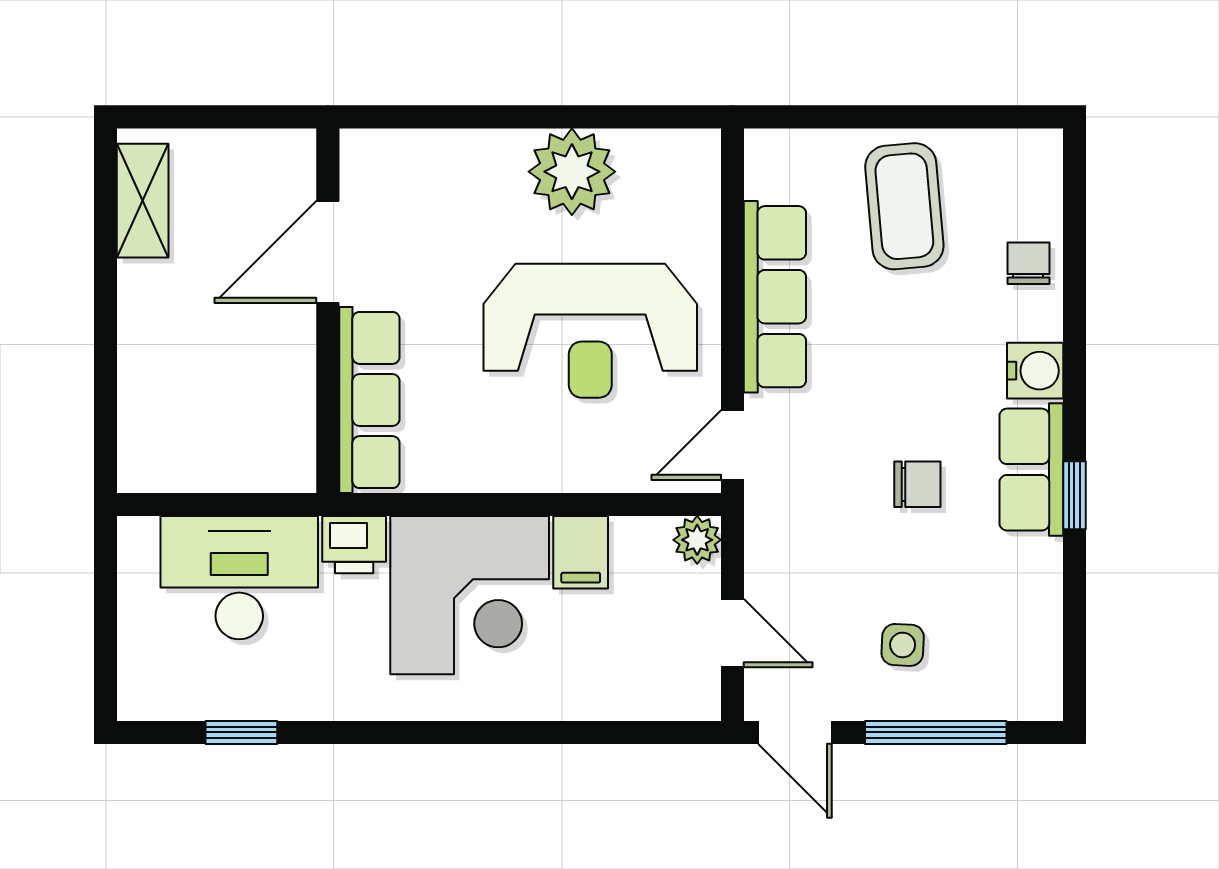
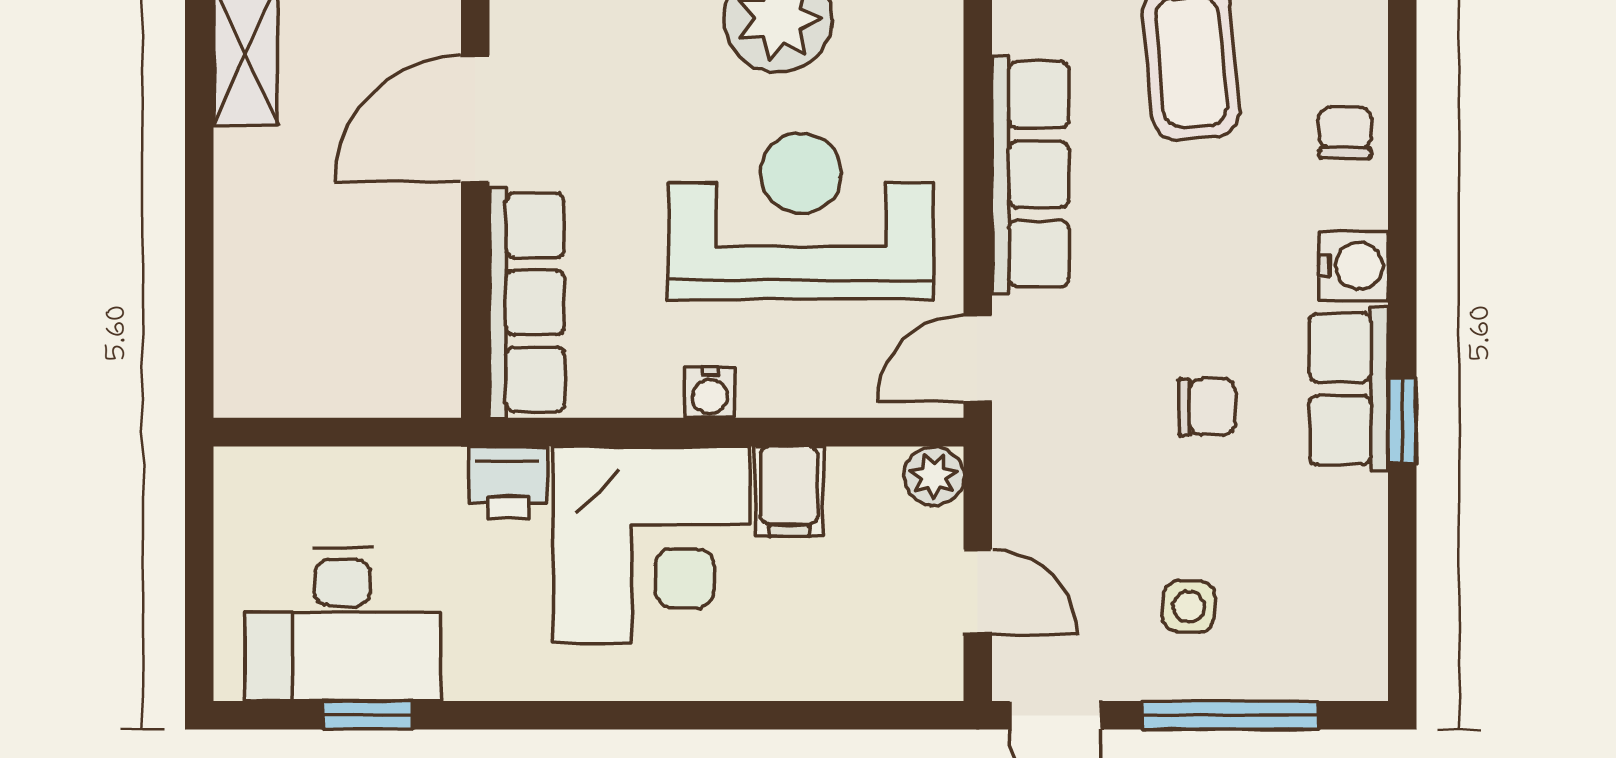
reception desk: (590, 331) -> (801, 216), turned 180
water cooler: (517, 473) -> (710, 393), added
desk: (239, 578) -> (342, 624), moved, turned 180

